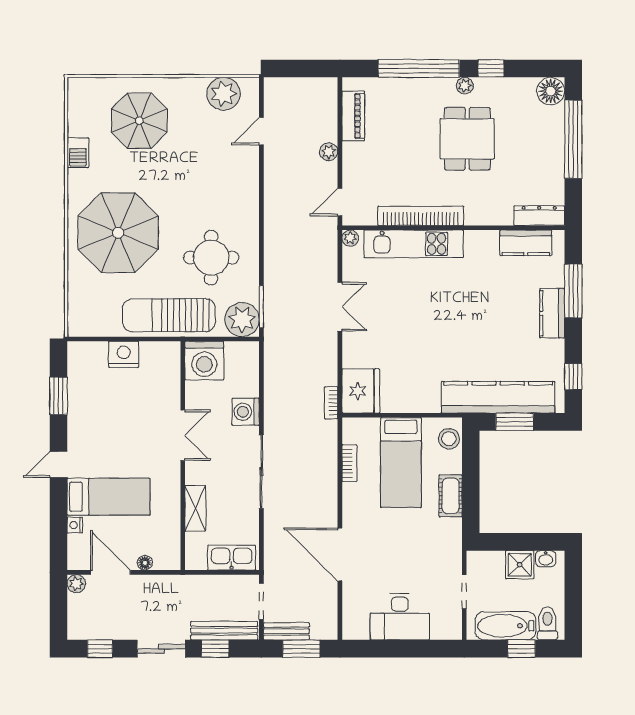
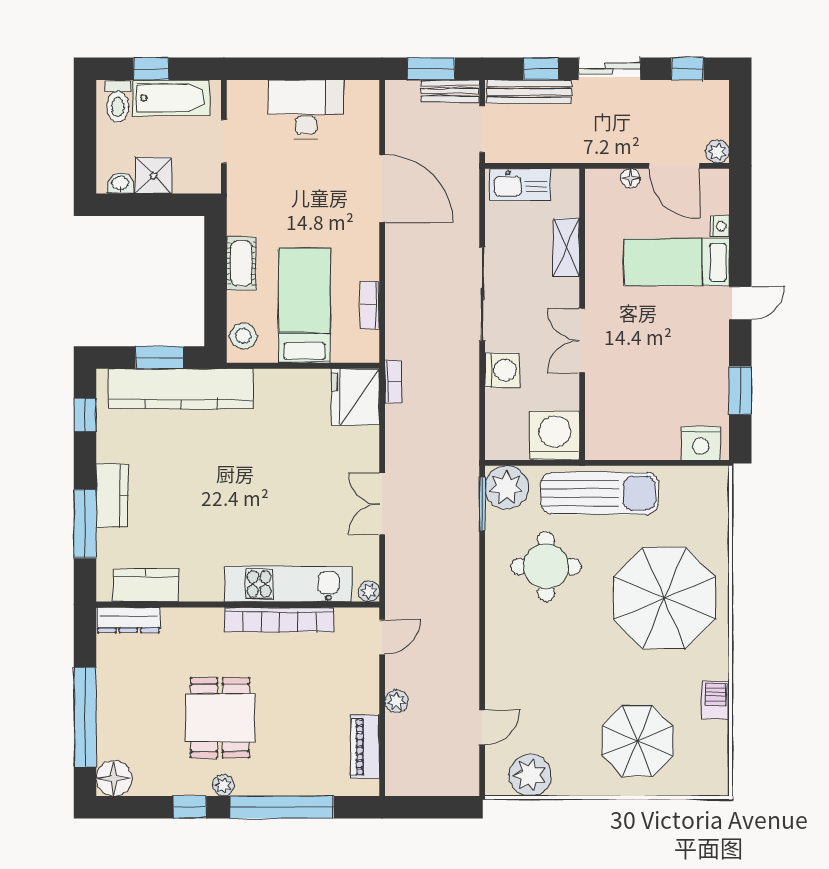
nightstand: (124, 354) -> (701, 443), moved

